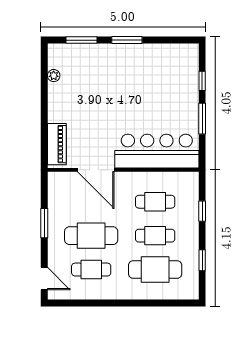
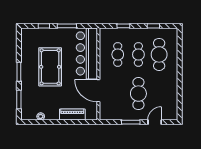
pool table: (135, 91) -> (50, 67), added
piano: (57, 144) -> (72, 115), moved
door: (96, 170) -> (98, 91), swing flipped
cafe table: (91, 270) -> (159, 94), removed
door: (44, 279) -> (155, 122), moved

